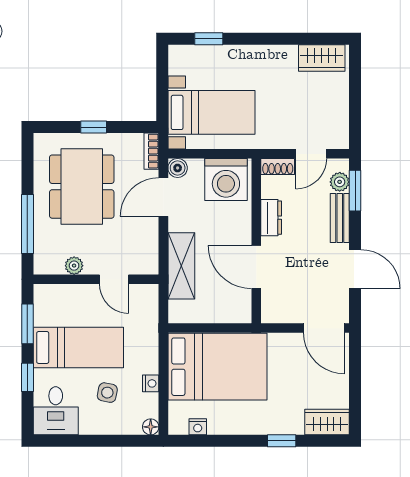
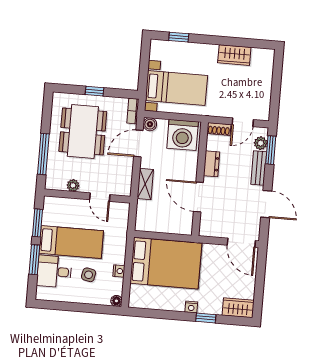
wardrobe: (322, 58) -> (234, 55), moved
shelving: (181, 266) -> (145, 184), width x0.67, depth x0.75
window: (27, 377) -> (34, 260), width x1.50
desk: (56, 411) -> (54, 271), moved, turned 90
nightstand: (198, 427) -> (191, 307), moved

